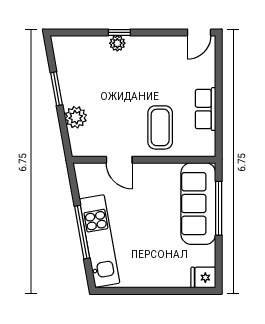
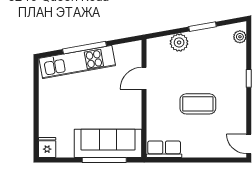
plant: (117, 43) -> (240, 37), moved
row of seats: (206, 109) -> (164, 149), moved
coffee table: (160, 127) -> (198, 104), moved

